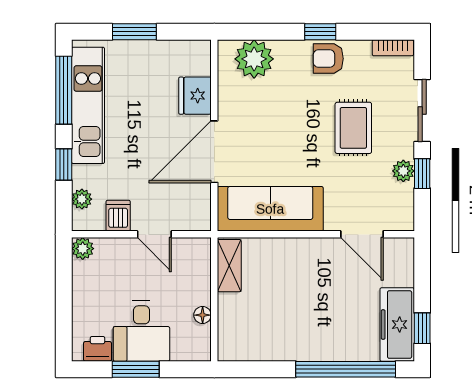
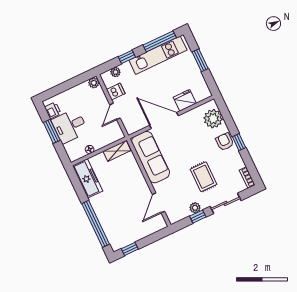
armchair: (328, 59) -> (225, 142), moved
rug: (353, 128) -> (204, 177), turned 90
freezer: (397, 325) -> (88, 178), moved, turned 90

